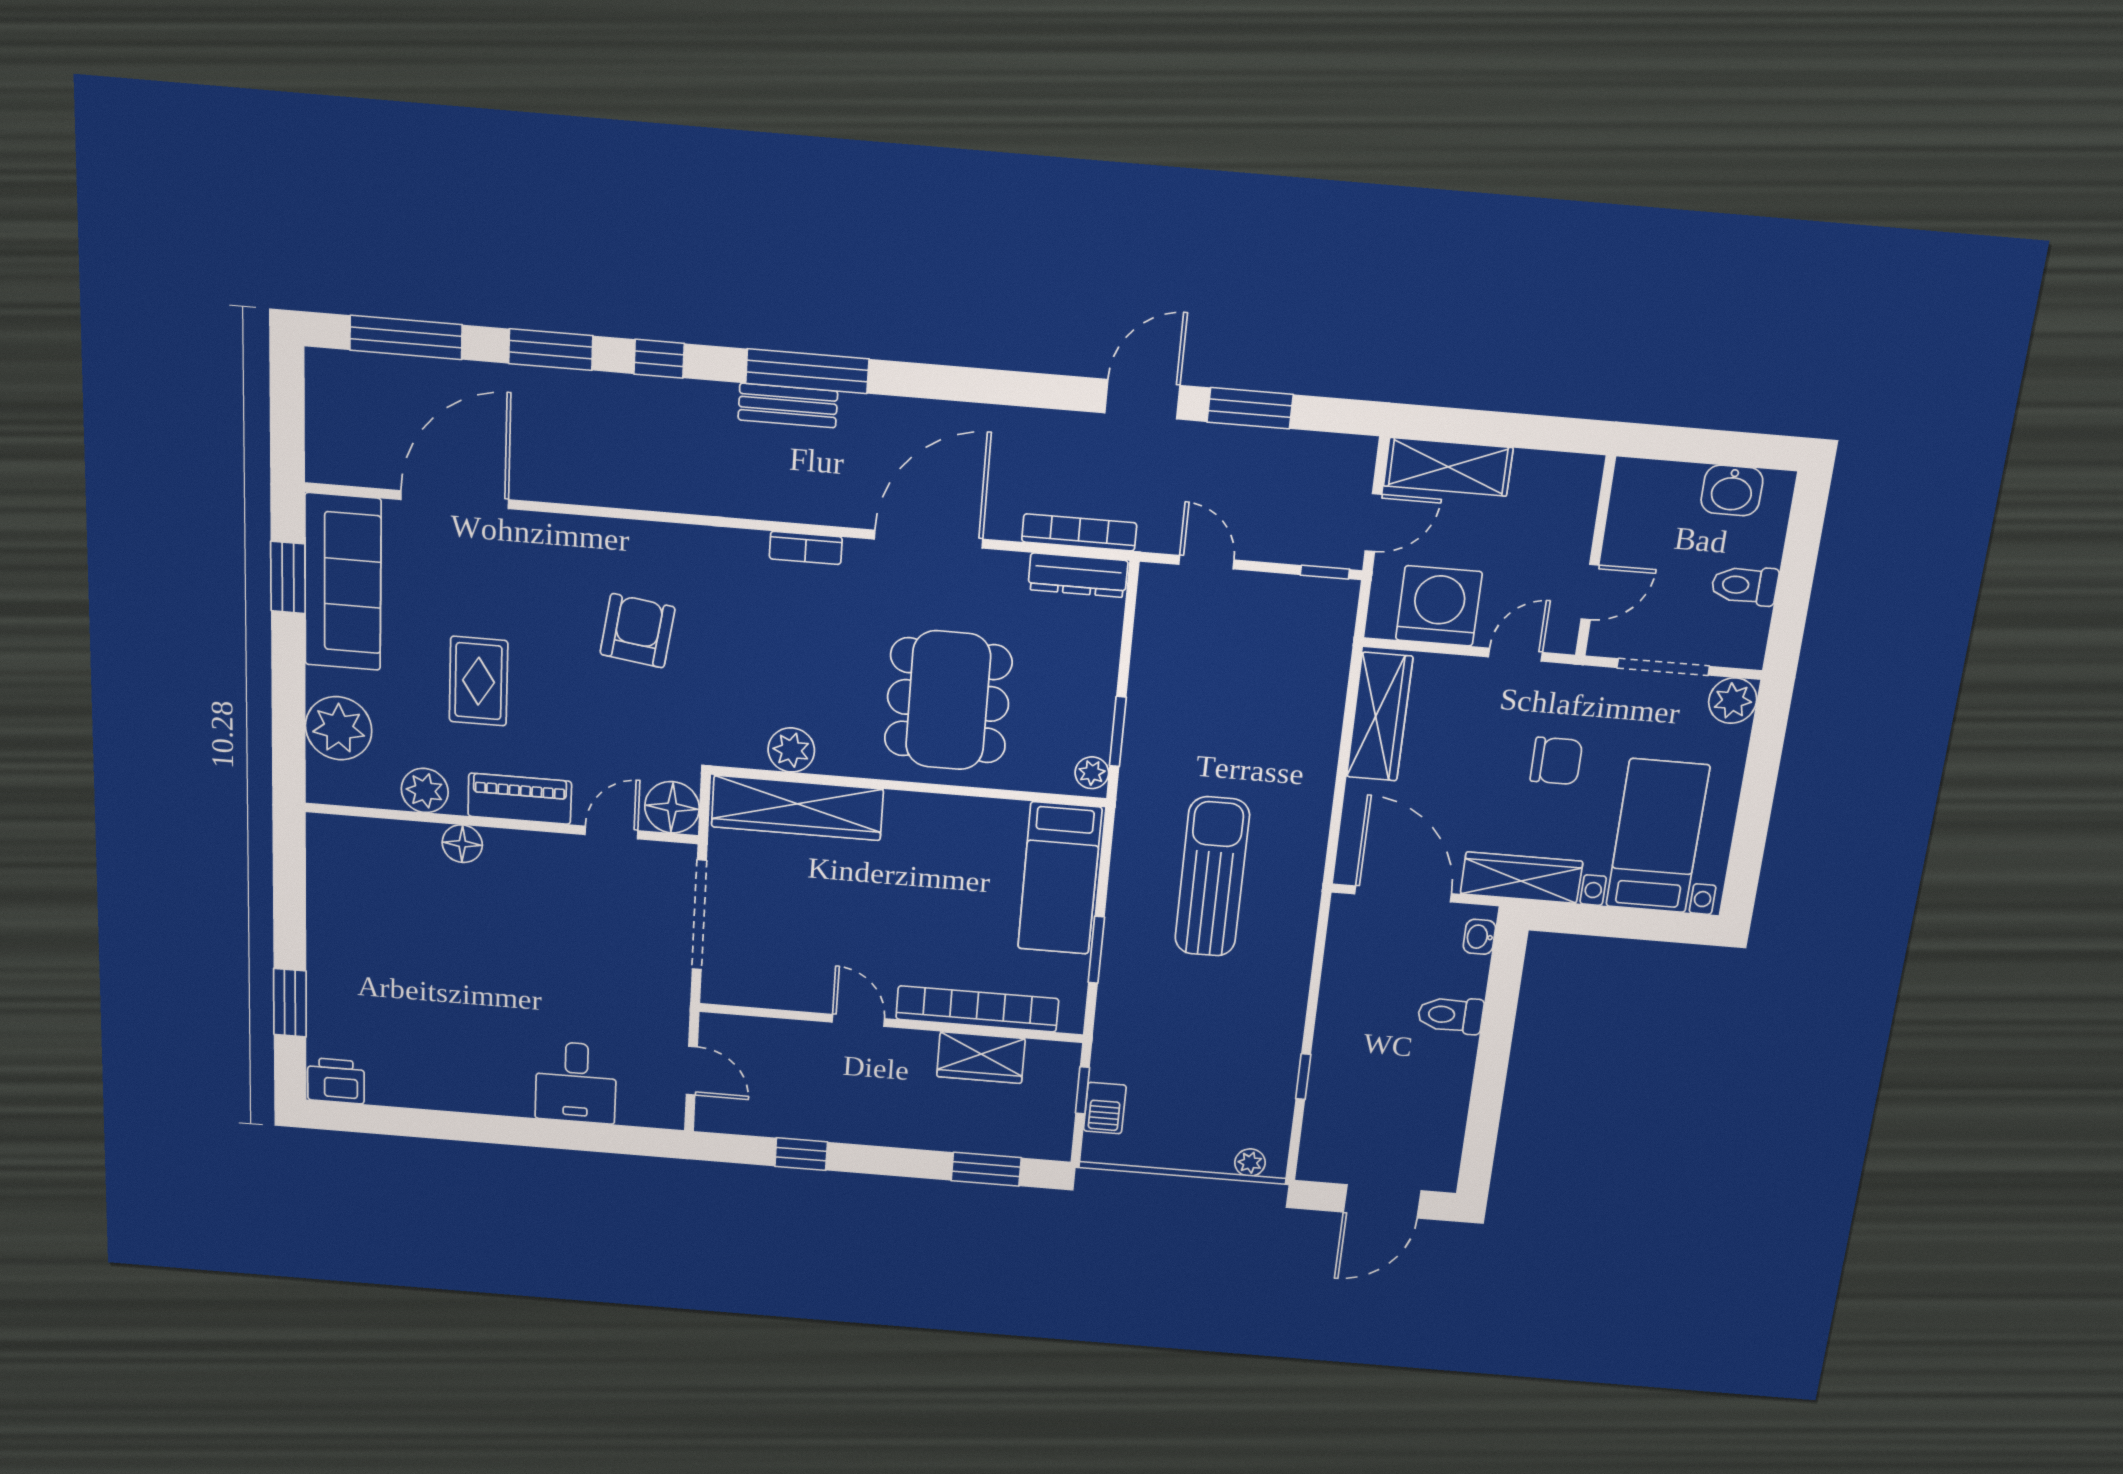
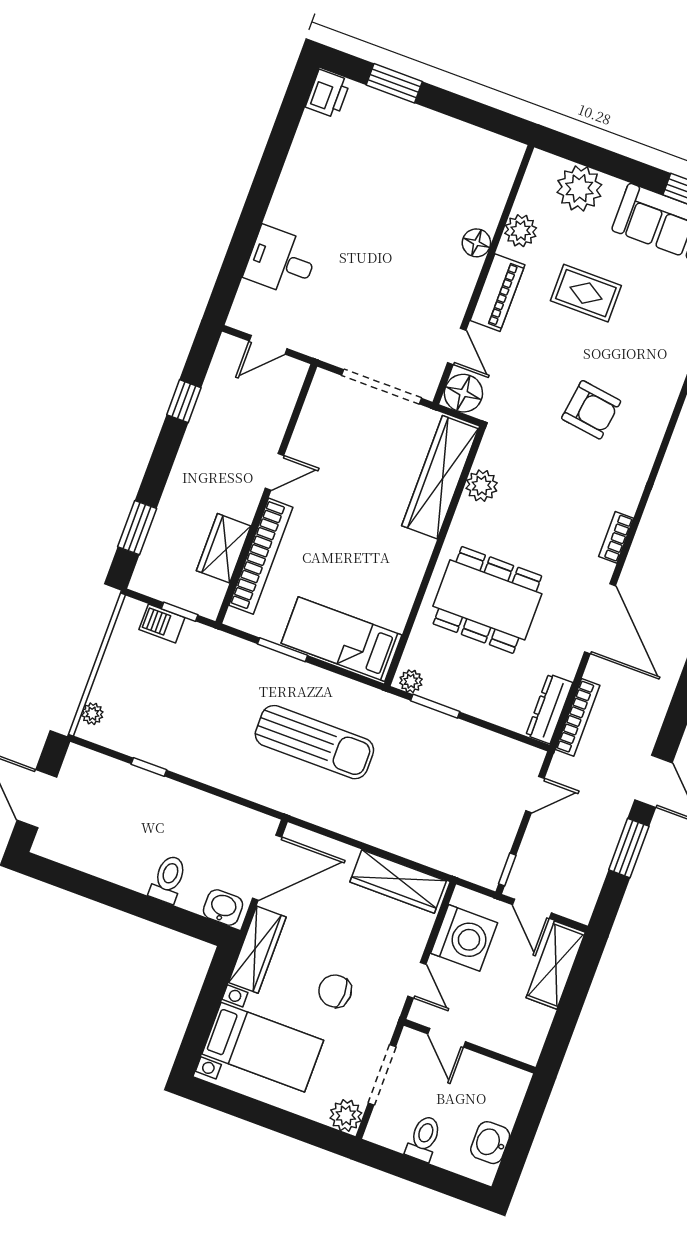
chair: (1556, 761) -> (335, 991), turned 91
washbasin: (1479, 937) -> (223, 907), width x1.38, depth x1.45

